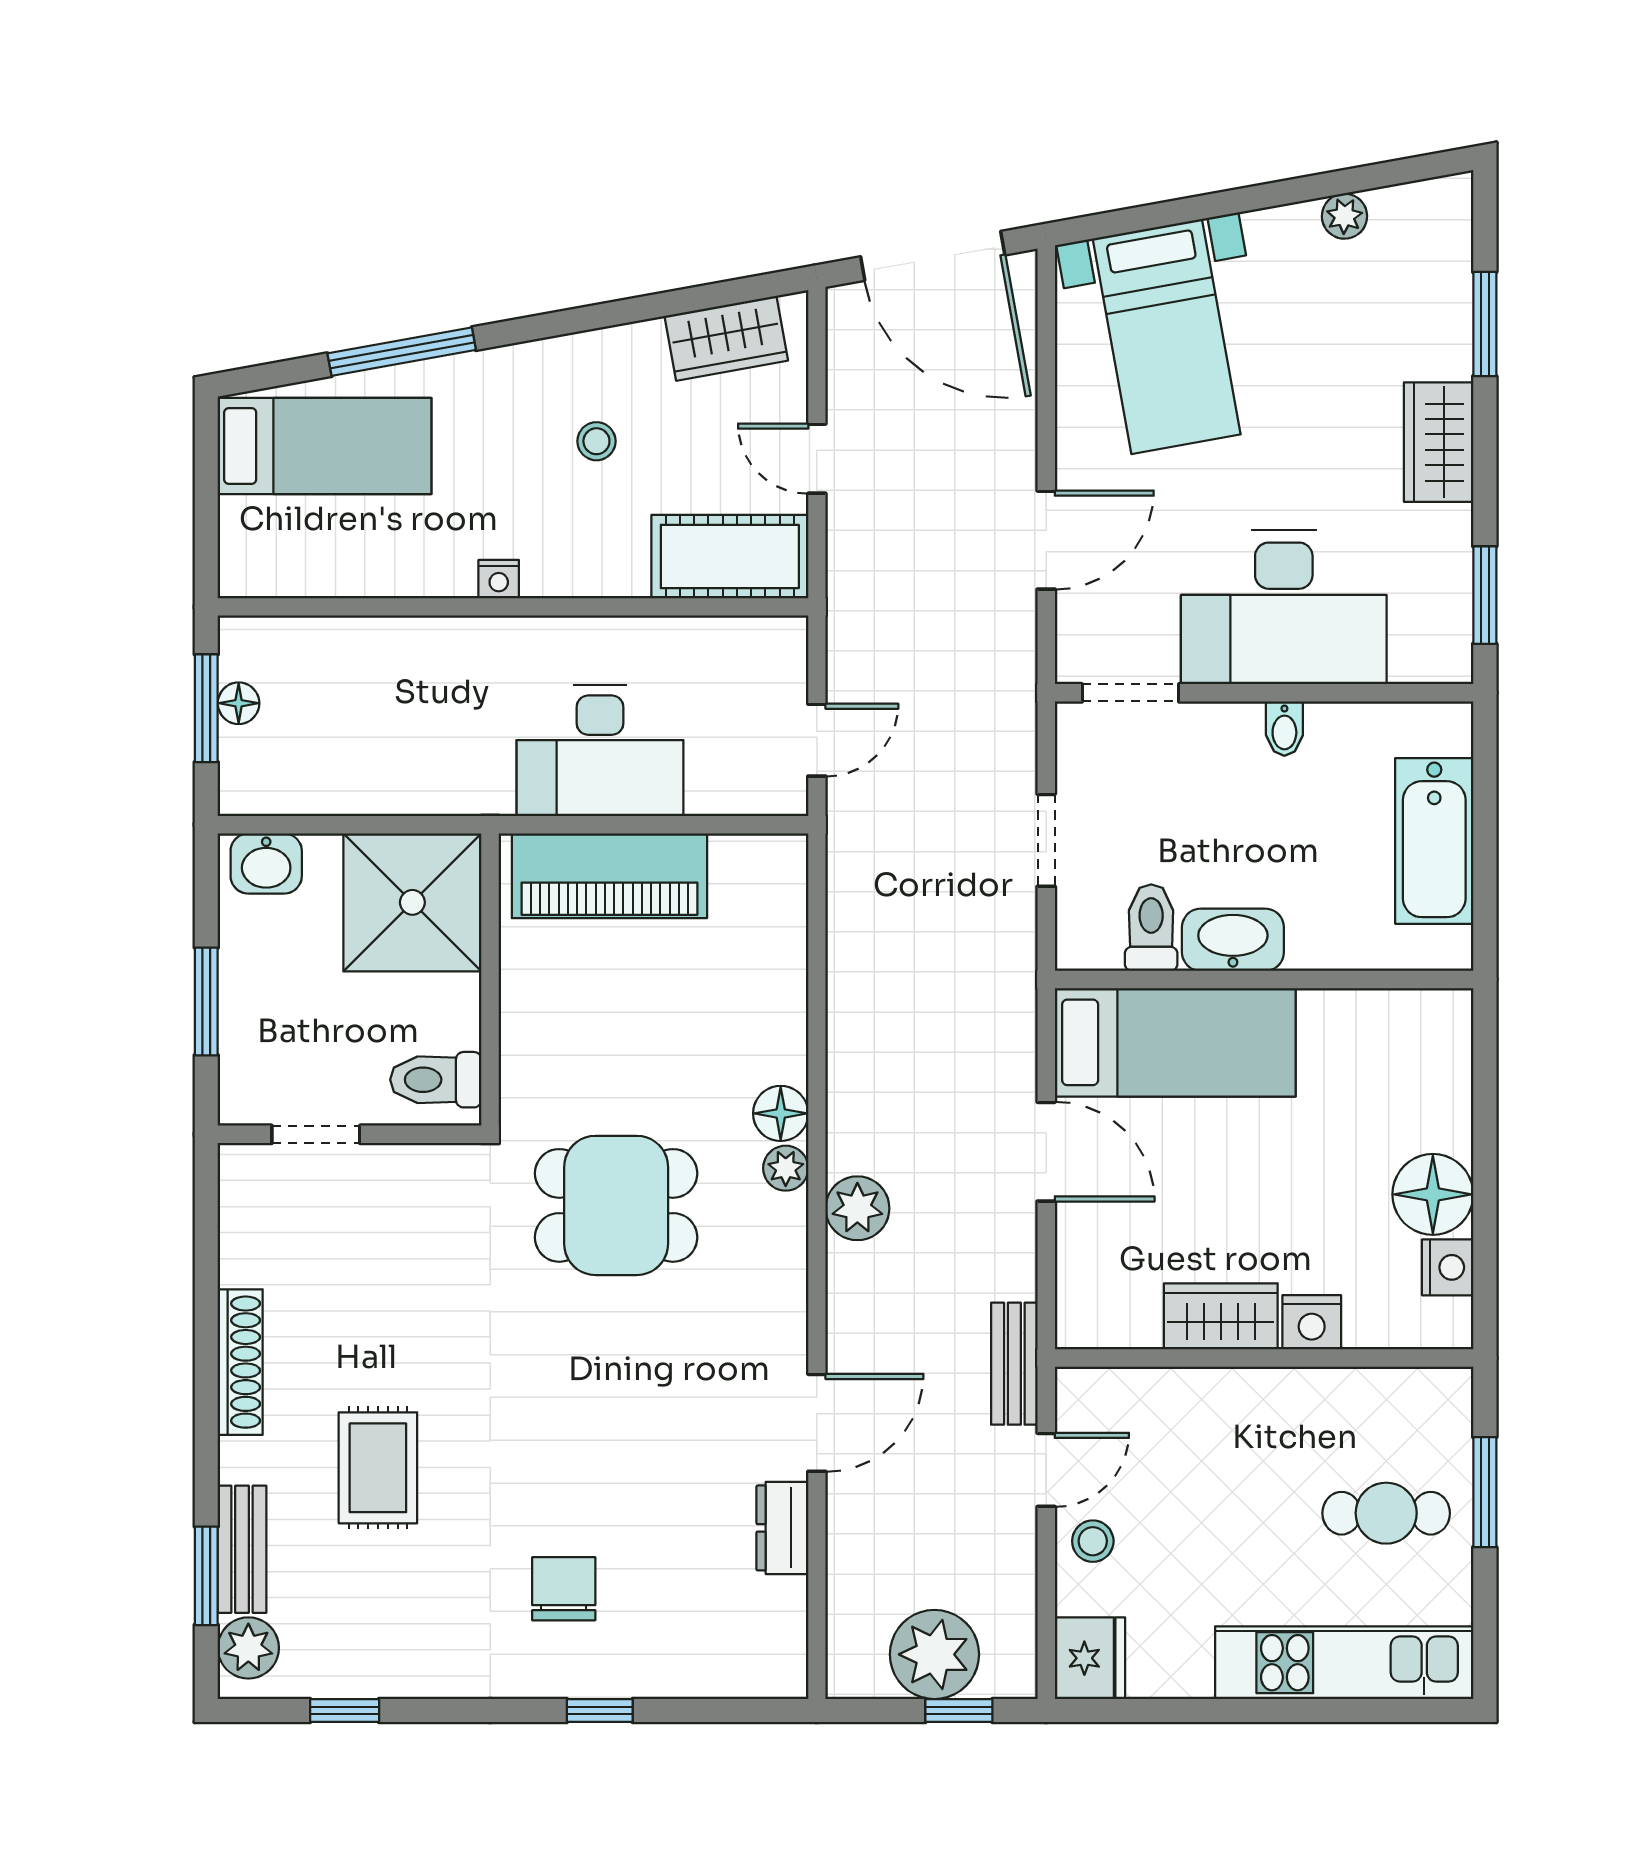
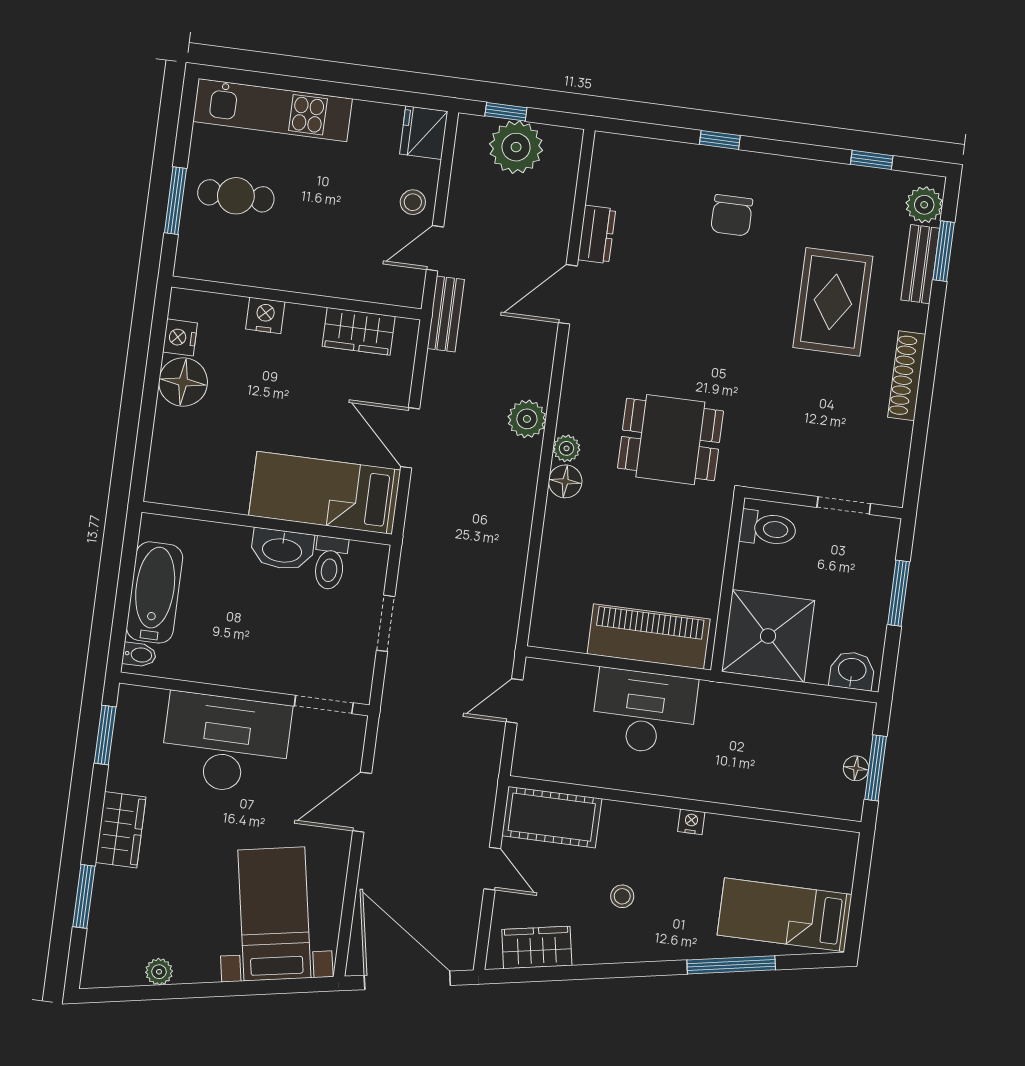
bidet: (1284, 729) -> (139, 655), moved, turned 90
wardrobe: (1221, 1316) -> (359, 331), moved
rug: (378, 1468) -> (833, 302), width x1.36, depth x1.43

